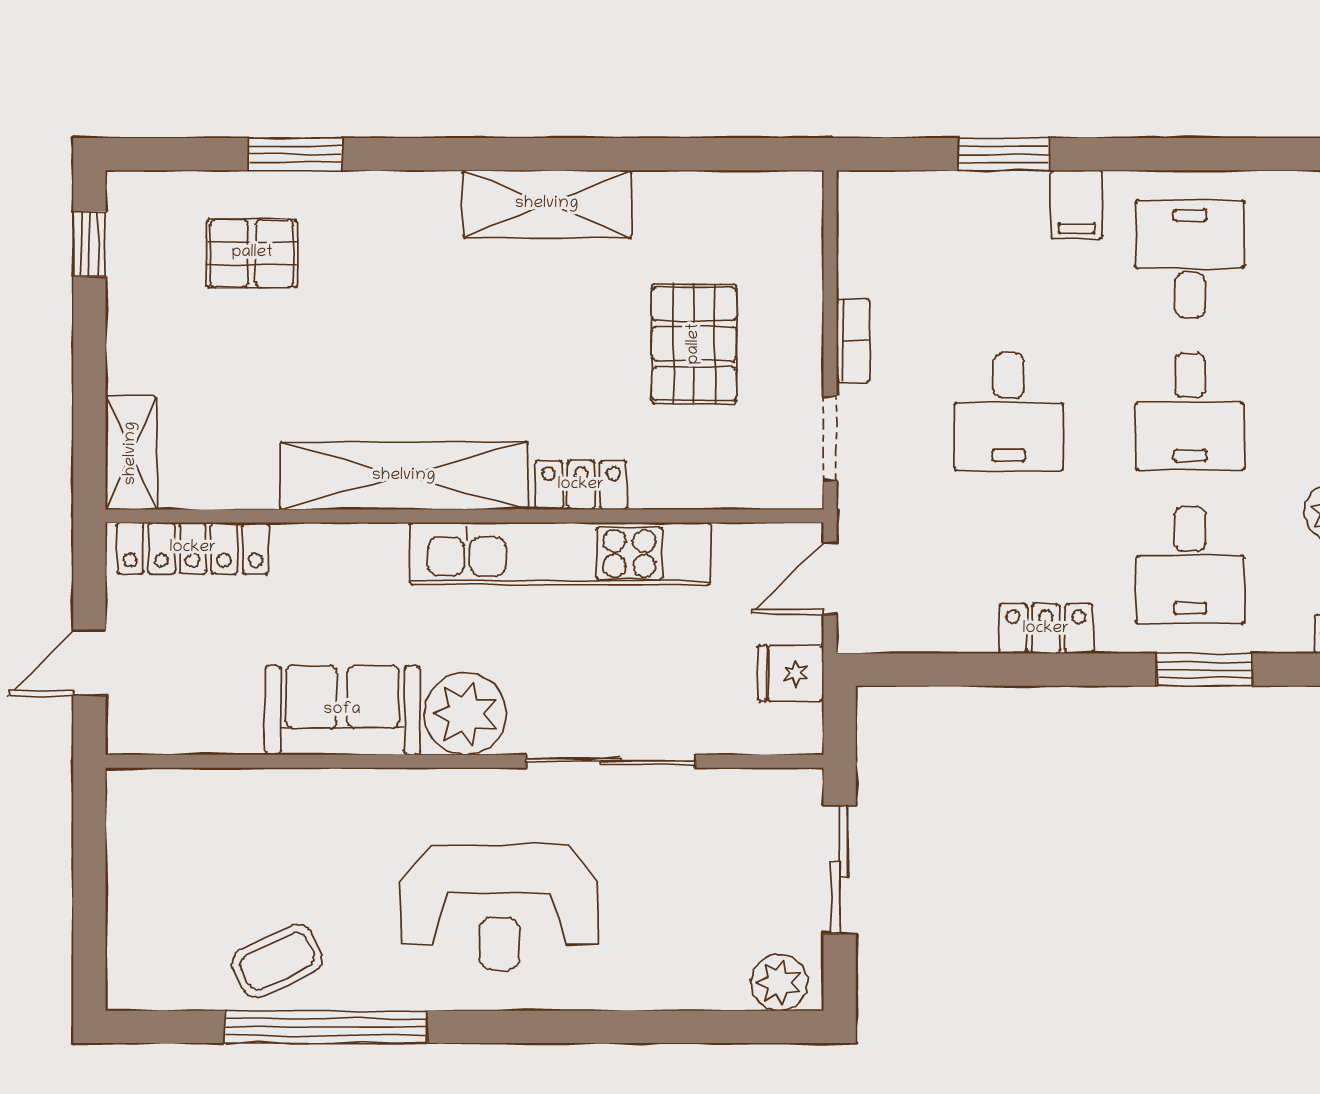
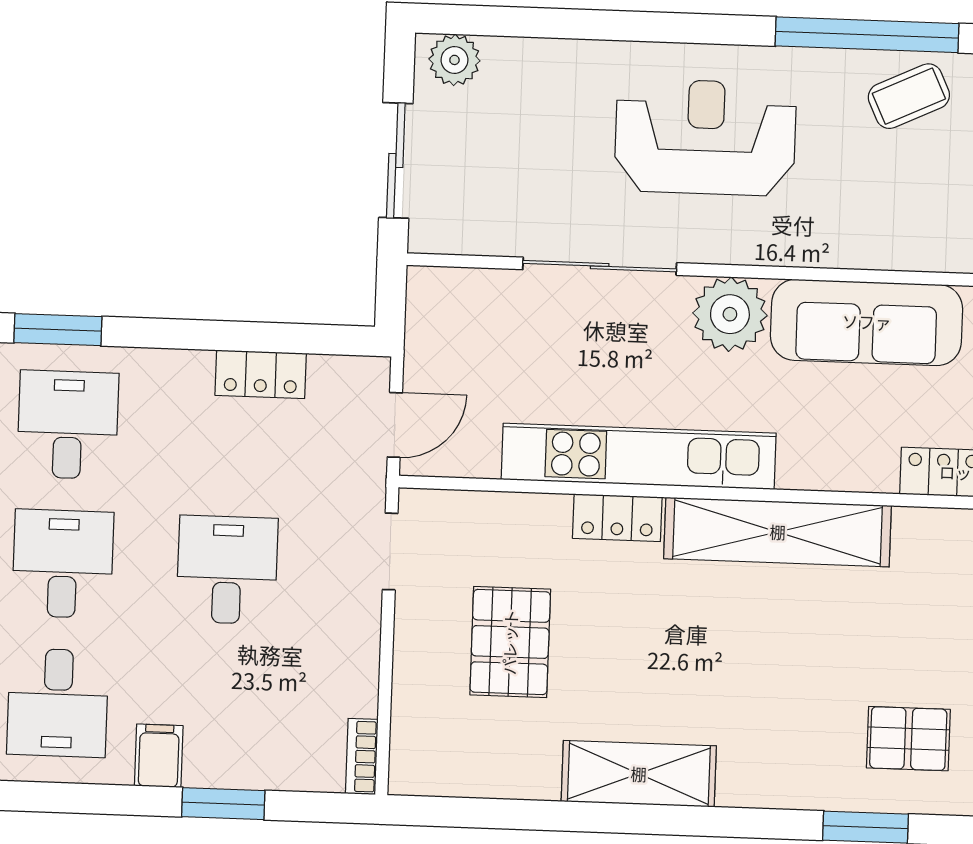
bookcase: (853, 340) -> (362, 756), moved
locker: (1046, 629) -> (261, 374), moved
fridge: (791, 673) -> (434, 340), removed
sofa: (342, 710) -> (867, 322), width x1.36

